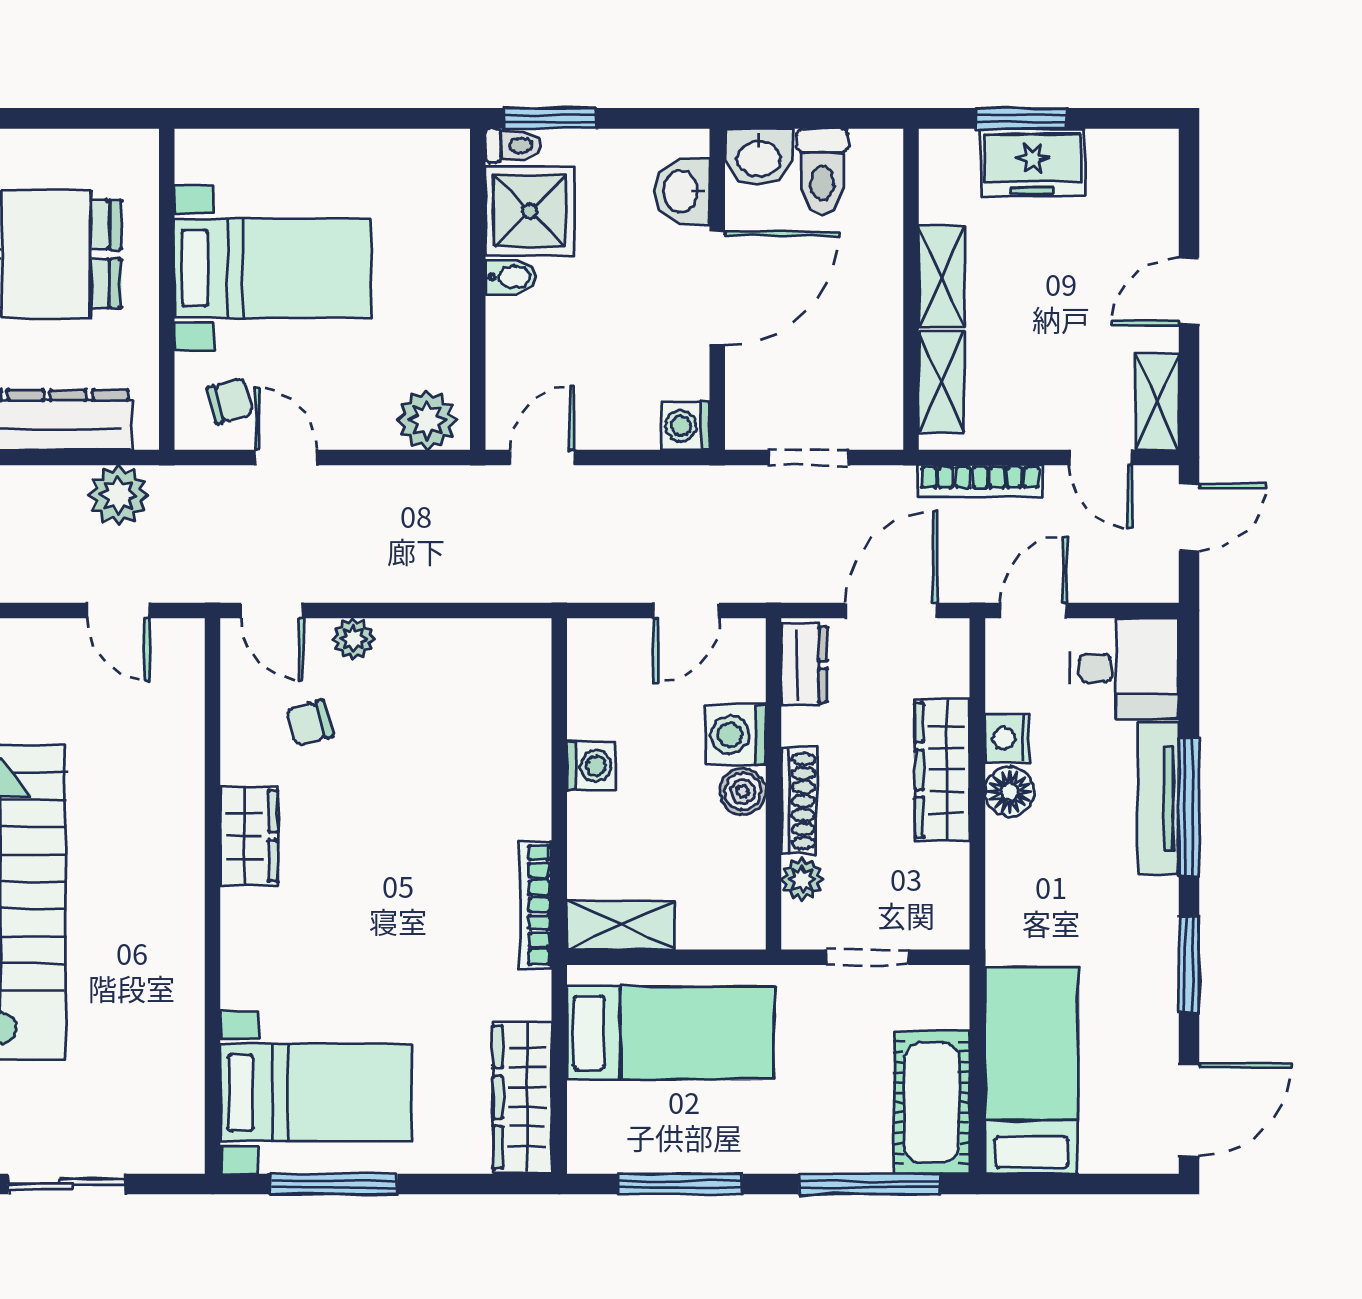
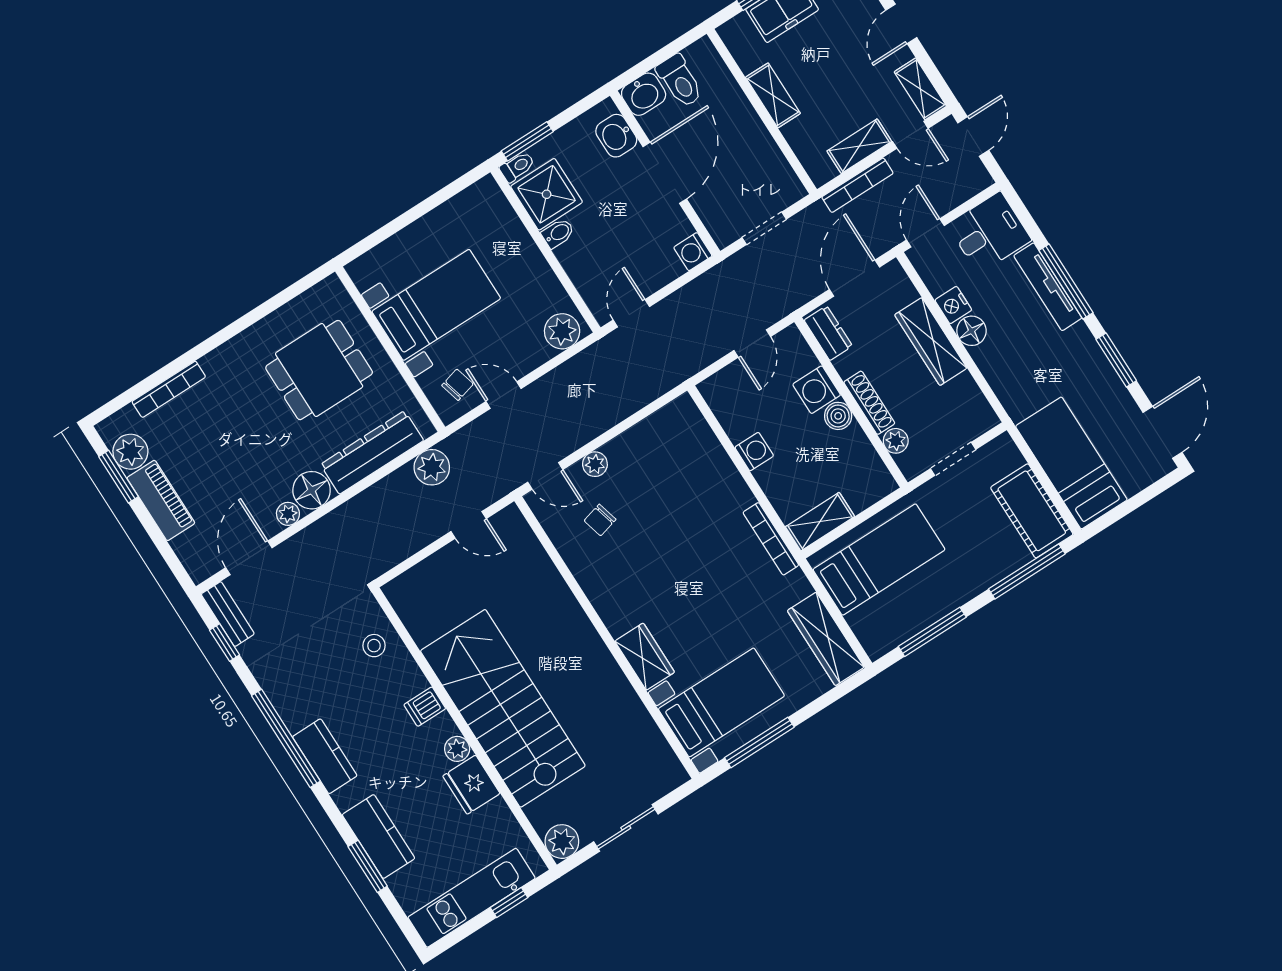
shelving: (941, 382) -> (859, 146), moved, turned 90
wardrobe: (249, 836) -> (645, 657), moved

